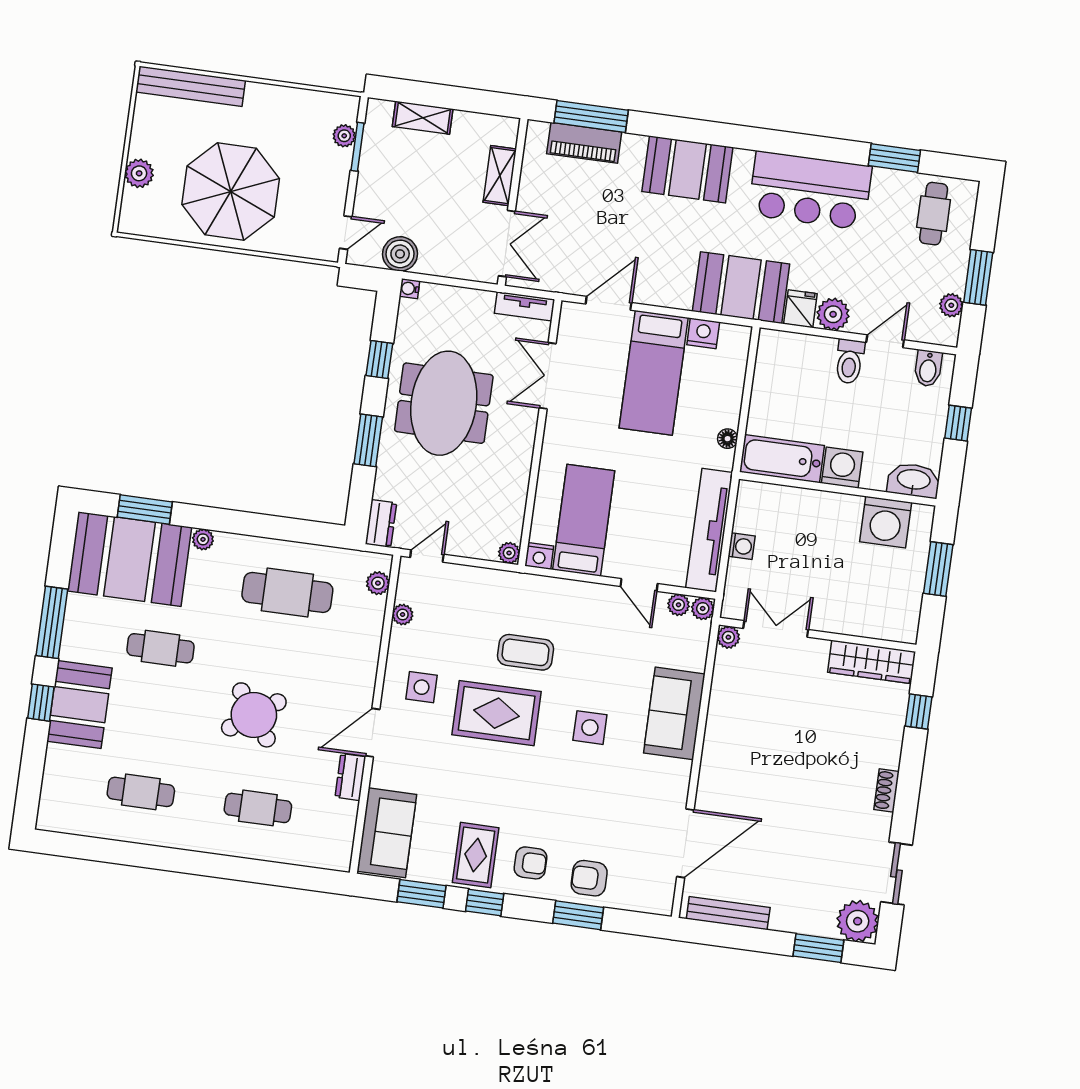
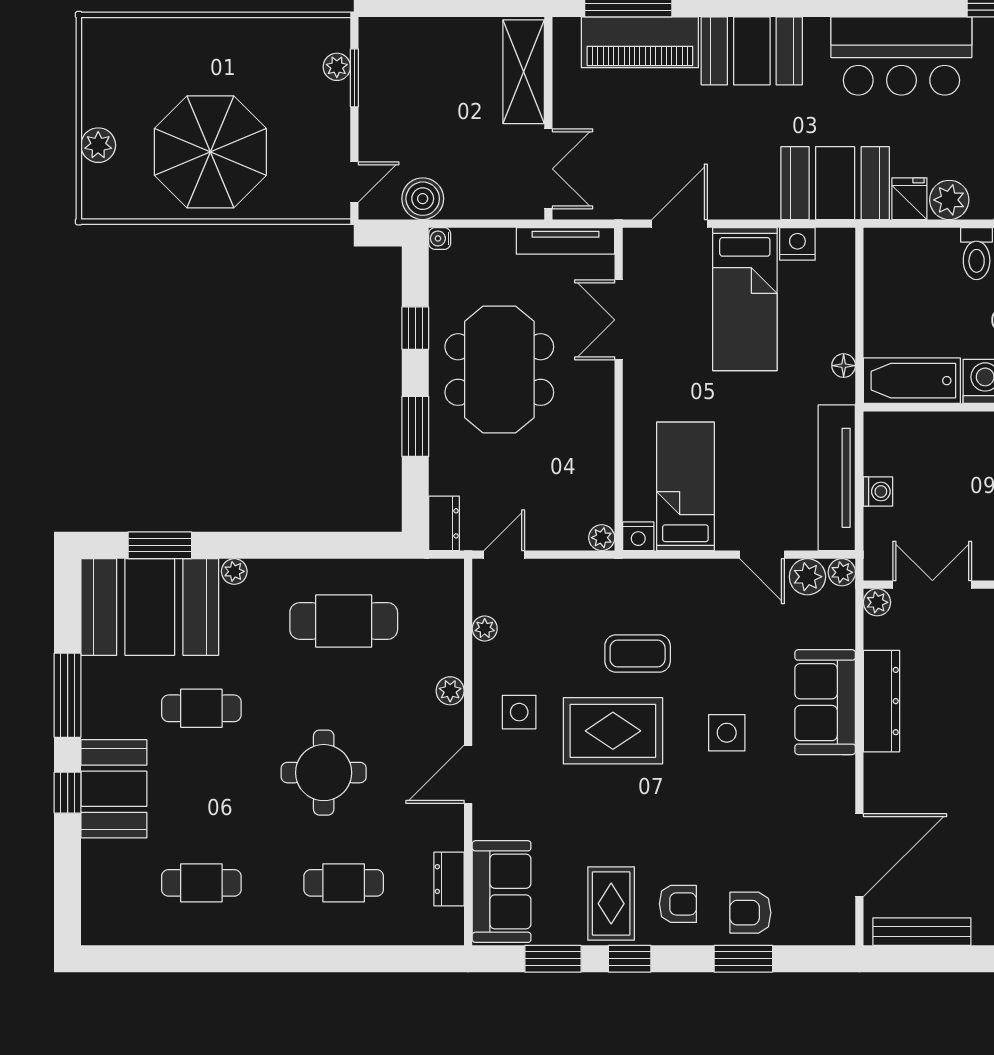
bench: (191, 86) -> (145, 33), removed
shelving: (423, 118) -> (427, 32), removed
piano: (584, 143) -> (640, 42), width x1.37, depth x1.33
shelving: (500, 176) -> (524, 72), width x1.50, depth x1.33
tv unit: (524, 306) -> (565, 241), width x1.41
plant: (378, 583) -> (450, 691), moved
plant: (679, 605) -> (807, 577), width x1.38, depth x1.38
round table: (254, 715) -> (324, 773), turned 36
dresser: (721, 719) -> (882, 701), added
dresser: (350, 777) -> (449, 879), moved

